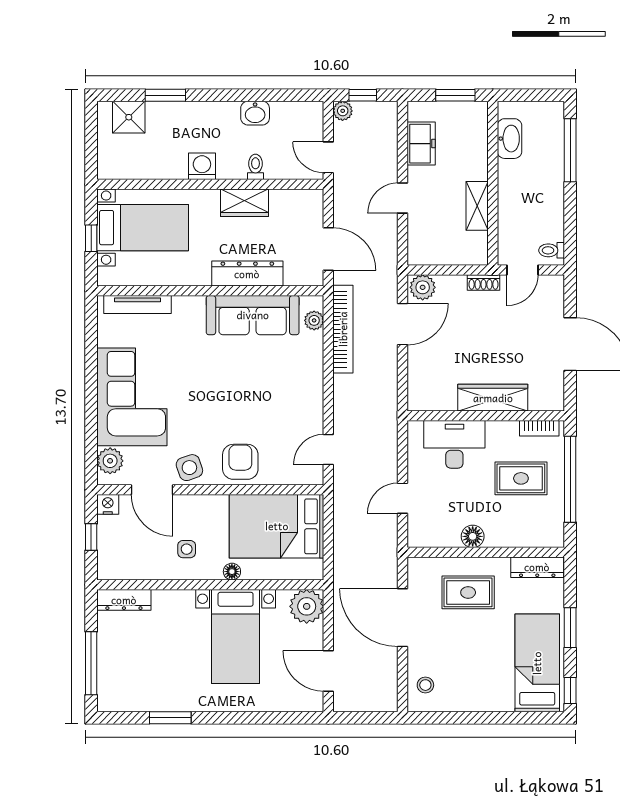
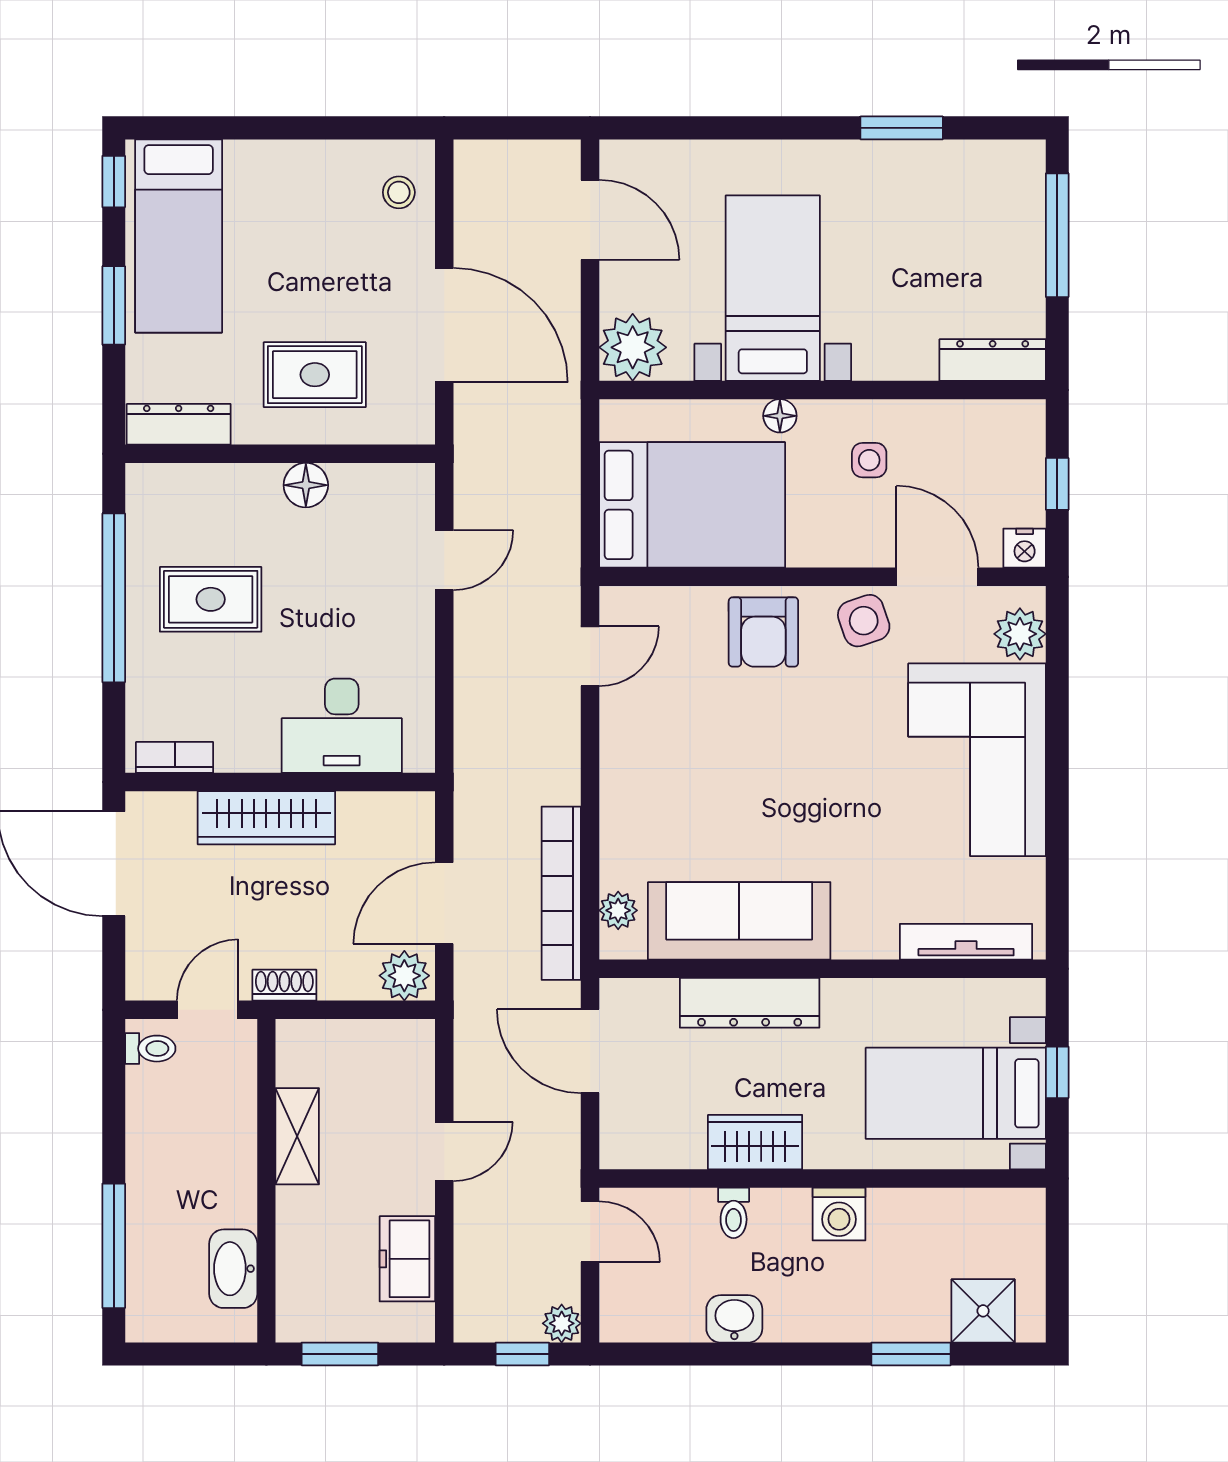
wardrobe: (493, 398) -> (266, 818), moved
wall: (486, 416) -> (280, 782), moved
bookcase: (539, 428) -> (175, 757), moved
desk: (454, 444) -> (342, 726), moved

